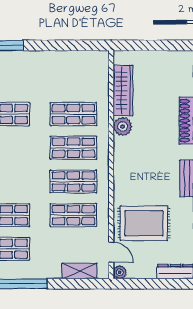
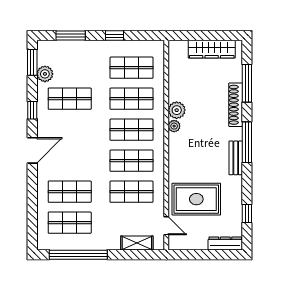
window: (55, 45) -> (115, 36), added
shop shelf: (73, 80) -> (132, 68), added
wardrobe: (123, 90) -> (212, 49), moved, turned 90
plant: (120, 272) -> (174, 126), moved

